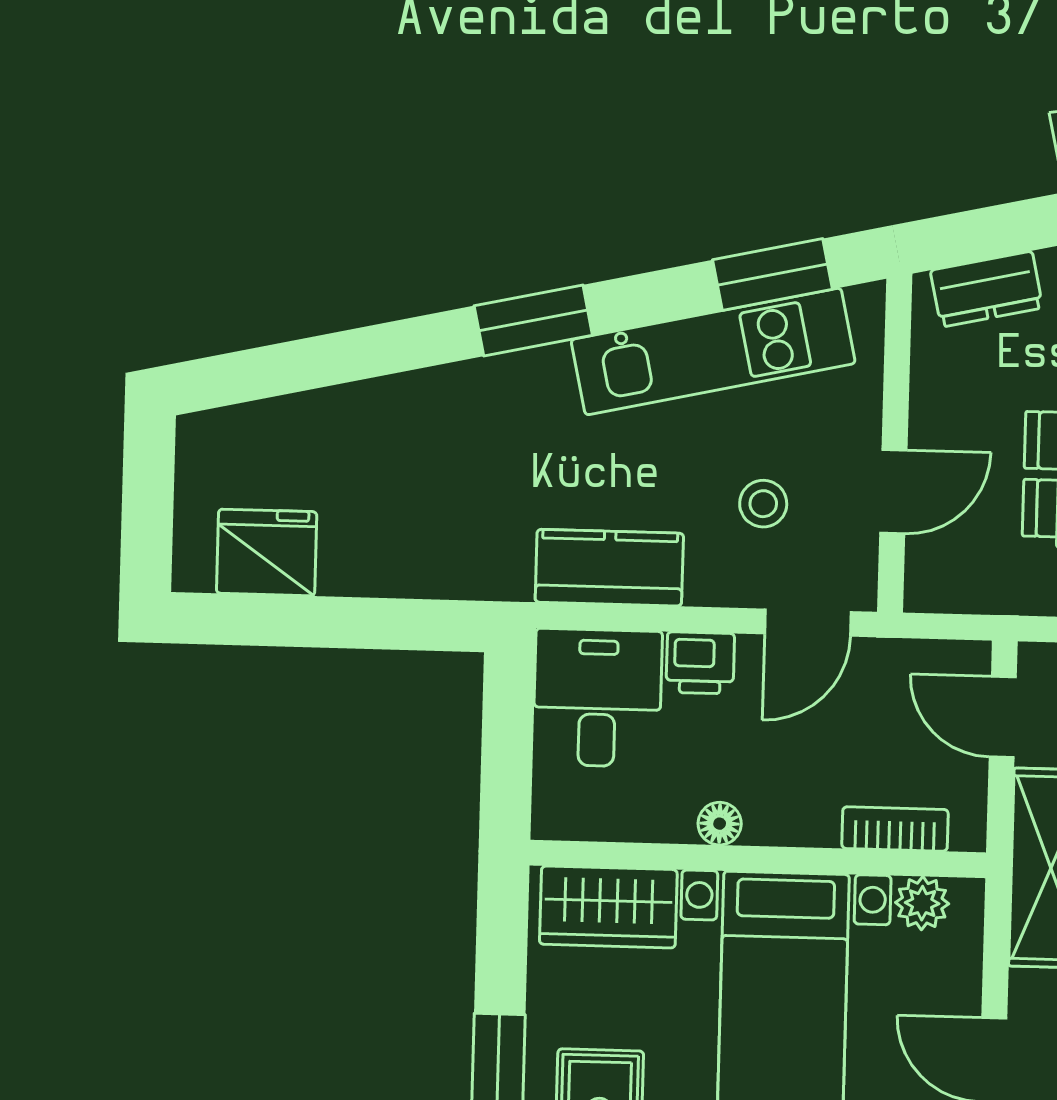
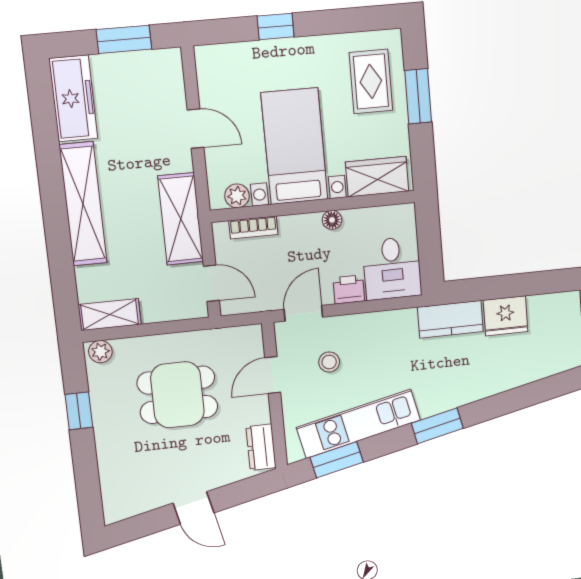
dresser: (987, 289) -> (261, 447), moved, turned -78
fridge: (267, 552) -> (505, 316), moved
kitchen counter: (609, 568) -> (450, 319), moved

